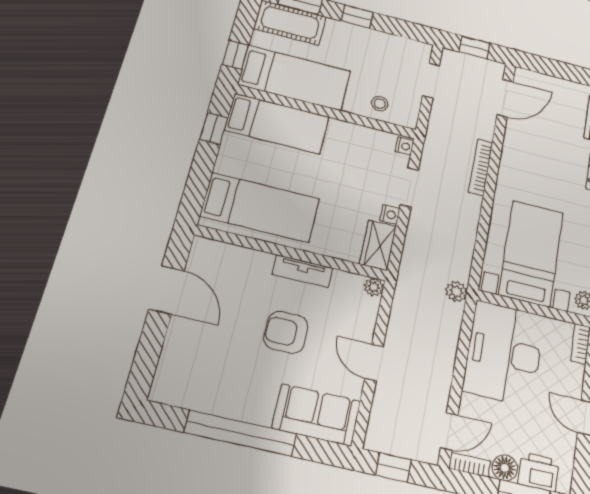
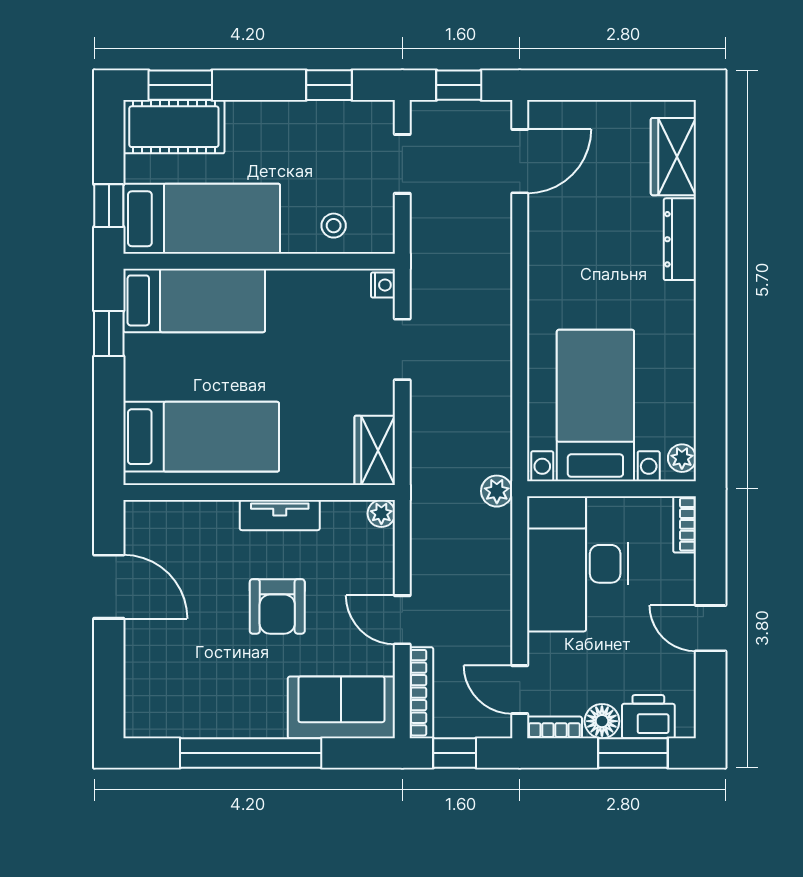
window: (357, 17) -> (329, 85), moved
bookcase: (481, 167) -> (421, 693), moved, turned 180
nightstand: (390, 214) -> (382, 399), removed
armchair: (286, 332) -> (277, 606), turned -90
door: (449, 431) -> (520, 690), swing flipped

